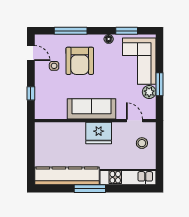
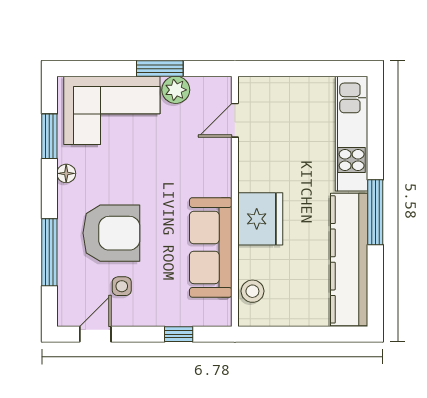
sofa: (92, 109) -> (211, 247), moved
fridge: (99, 133) -> (260, 219), moved
stool: (142, 143) -> (252, 291), moved

